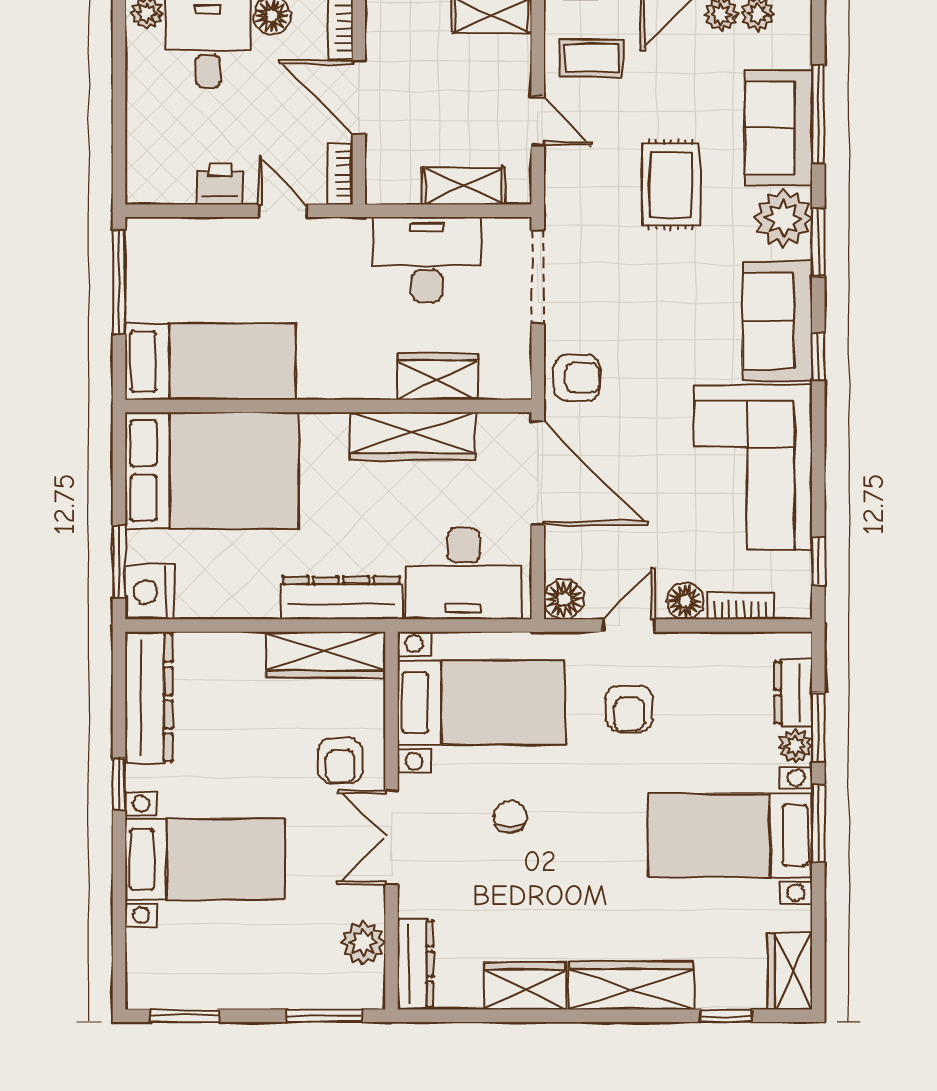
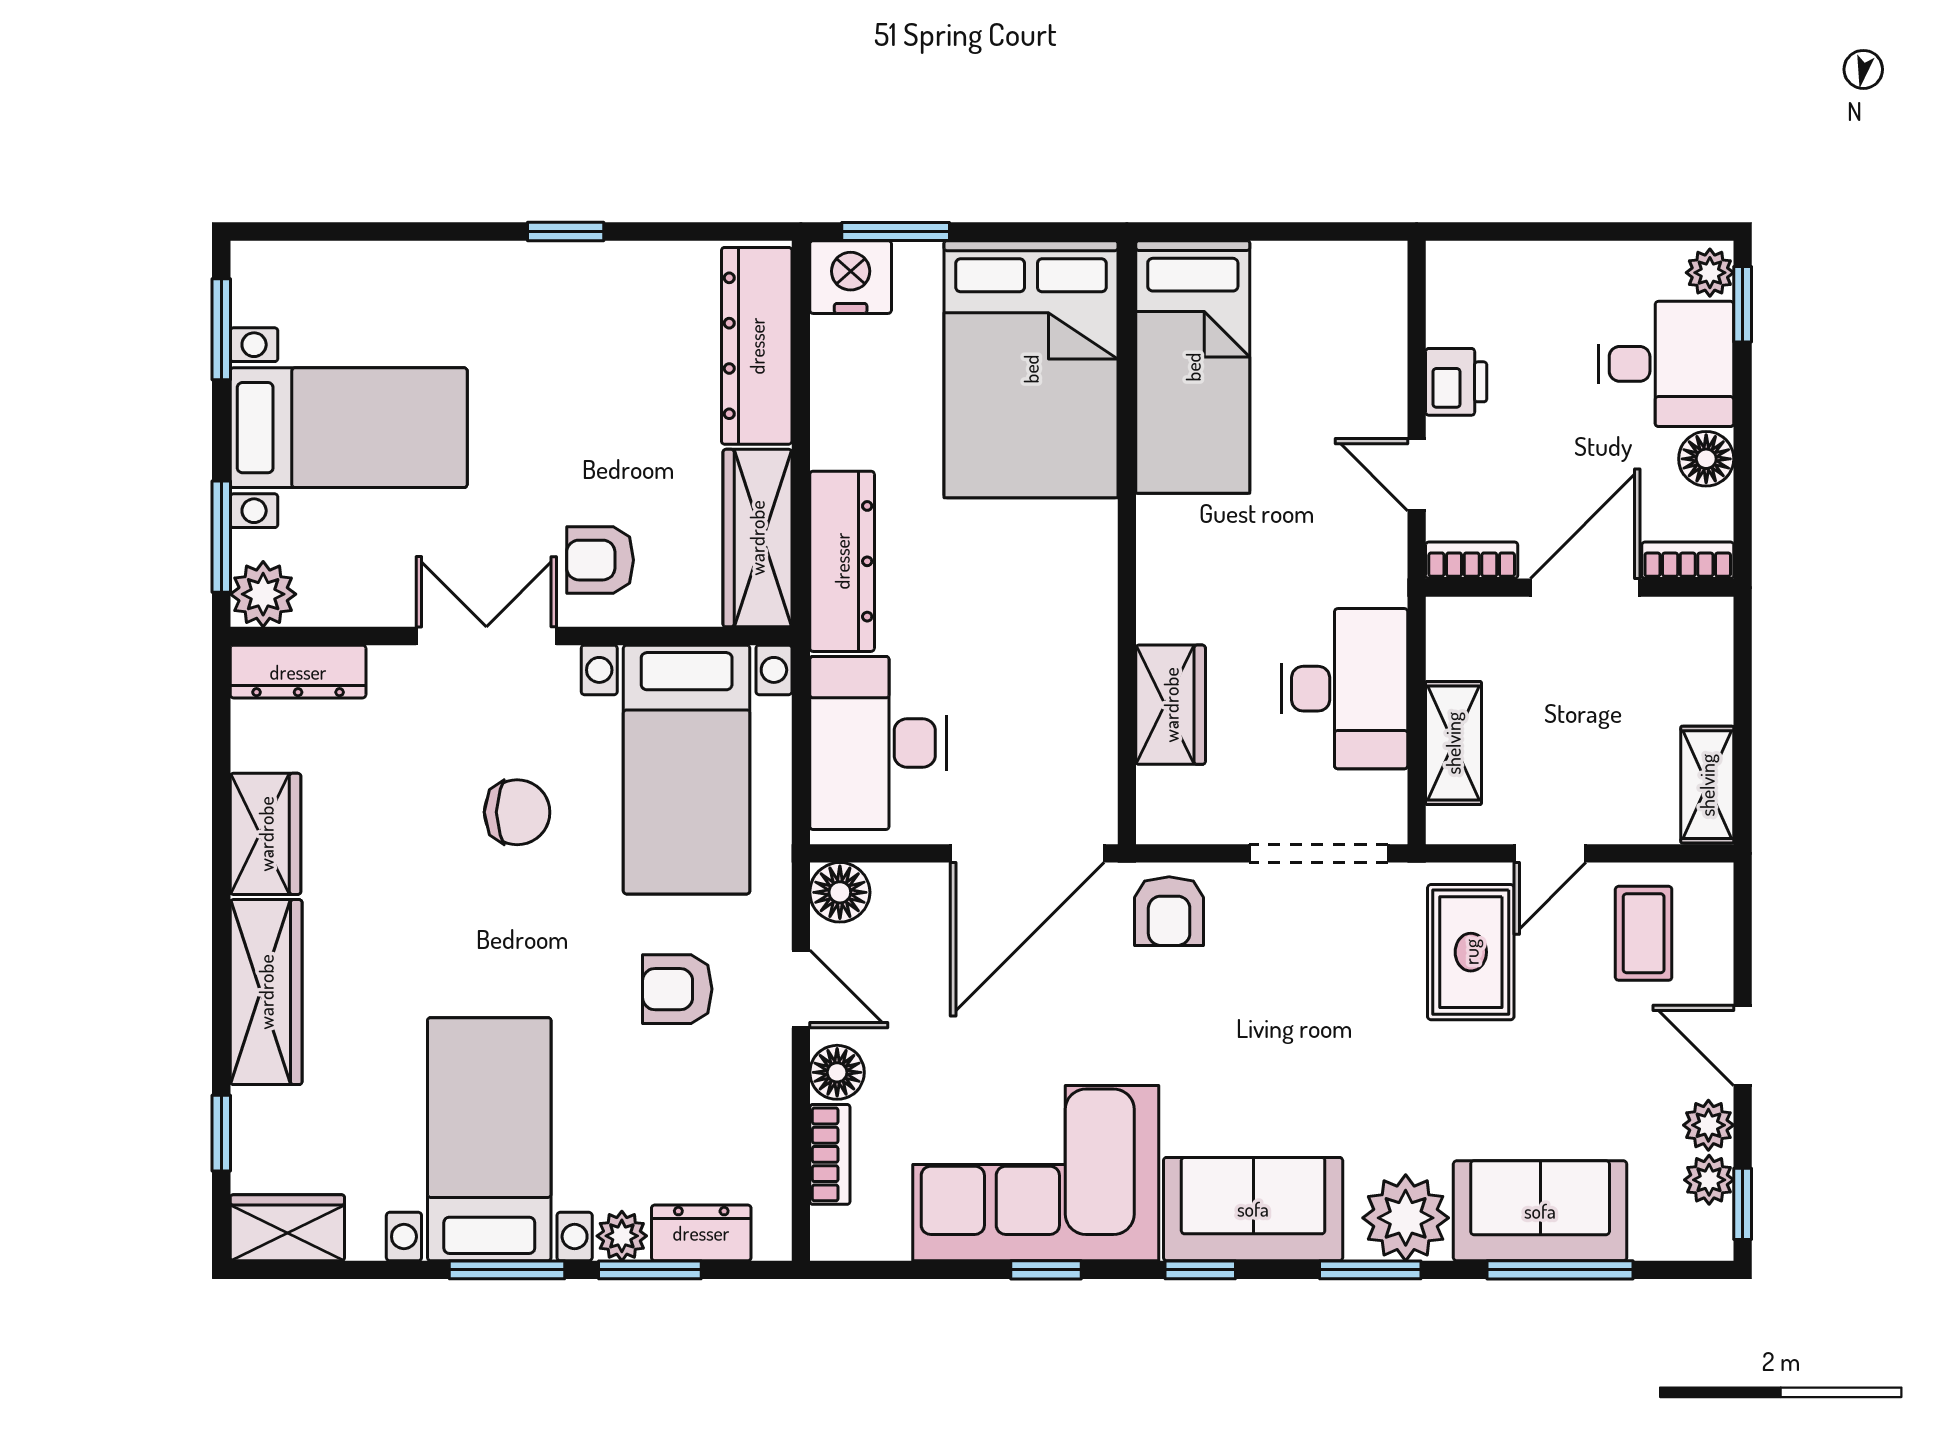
rug: (671, 185) -> (1471, 952), moved, turned 90
door: (283, 211) -> (1417, 475), swing flipped
window: (119, 282) -> (1311, 231), removed
wardrobe: (413, 436) -> (1082, 668), removed
window: (818, 561) -> (1046, 1270), moved
dresser: (149, 698) -> (757, 346), moved, turned 90
chair: (510, 817) -> (517, 812), width x1.37, depth x1.37
bed with nightstands: (205, 859) -> (349, 428), moved, turned -90
plant: (363, 943) -> (263, 594), moved

